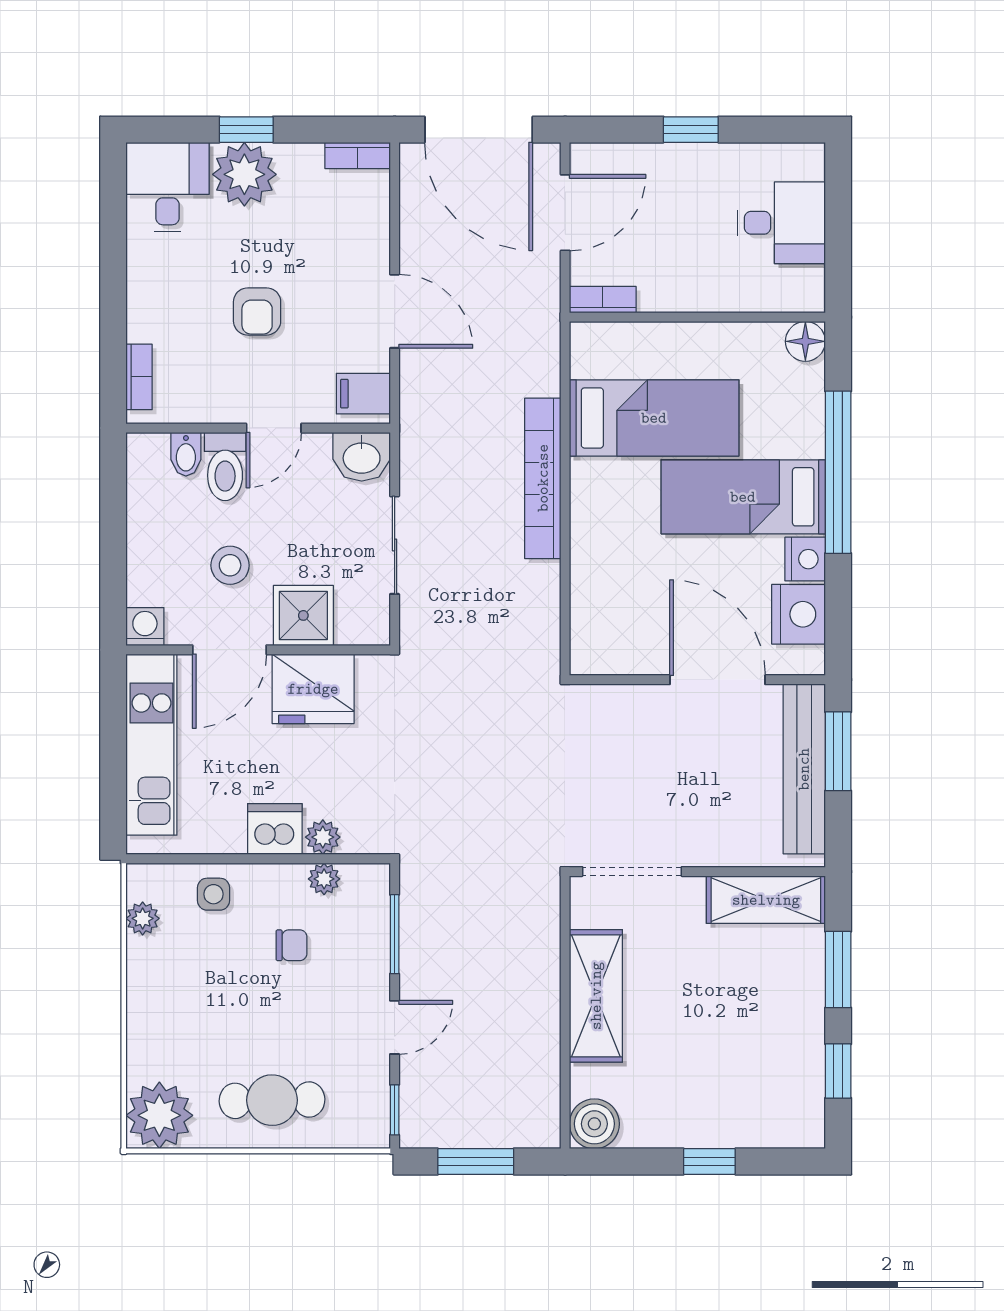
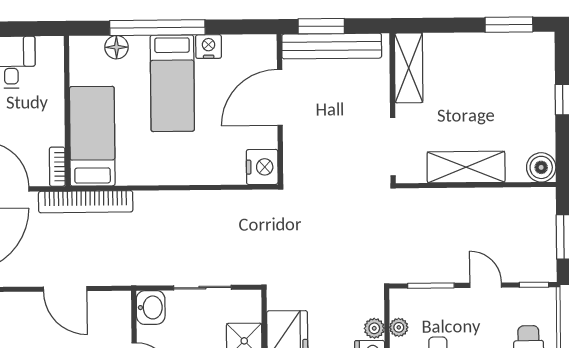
door: (395, 311) -> (65, 289), swing flipped
floor lamp: (805, 341) -> (117, 47), moved
filing cabinet: (363, 394) -> (114, 307), removed
bed: (654, 418) -> (92, 136), moved
bookcase: (543, 478) -> (86, 202), moved
nightstand: (799, 614) -> (262, 167), moved, turned 90
window: (838, 970) -> (449, 25), removed
window: (838, 1071) -> (509, 25), width x1.50

